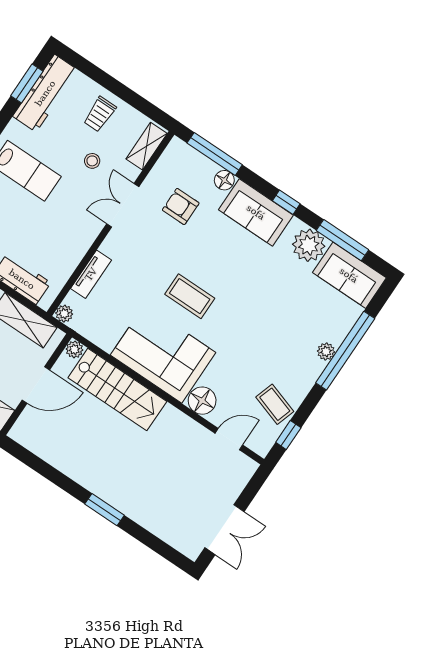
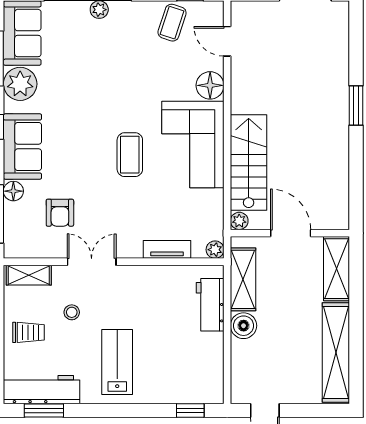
double door: (123, 205) -> (92, 262), swing flipped

